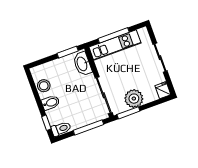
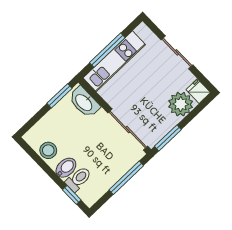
plant: (134, 99) -> (181, 104), moved
toilet: (61, 129) -> (78, 179), moved

